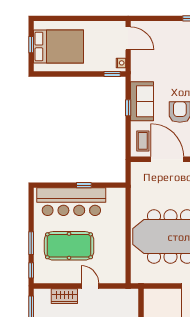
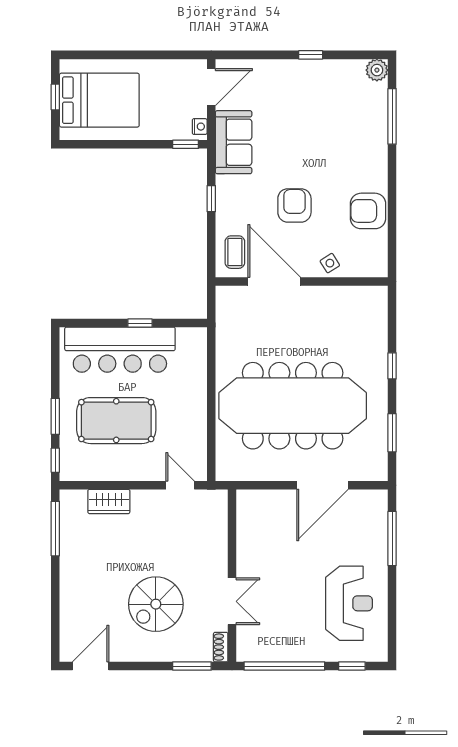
door: (128, 38) -> (211, 87), hinge flipped
sofa: (142, 101) -> (234, 142), moved
door: (90, 286) -> (180, 485), moved

